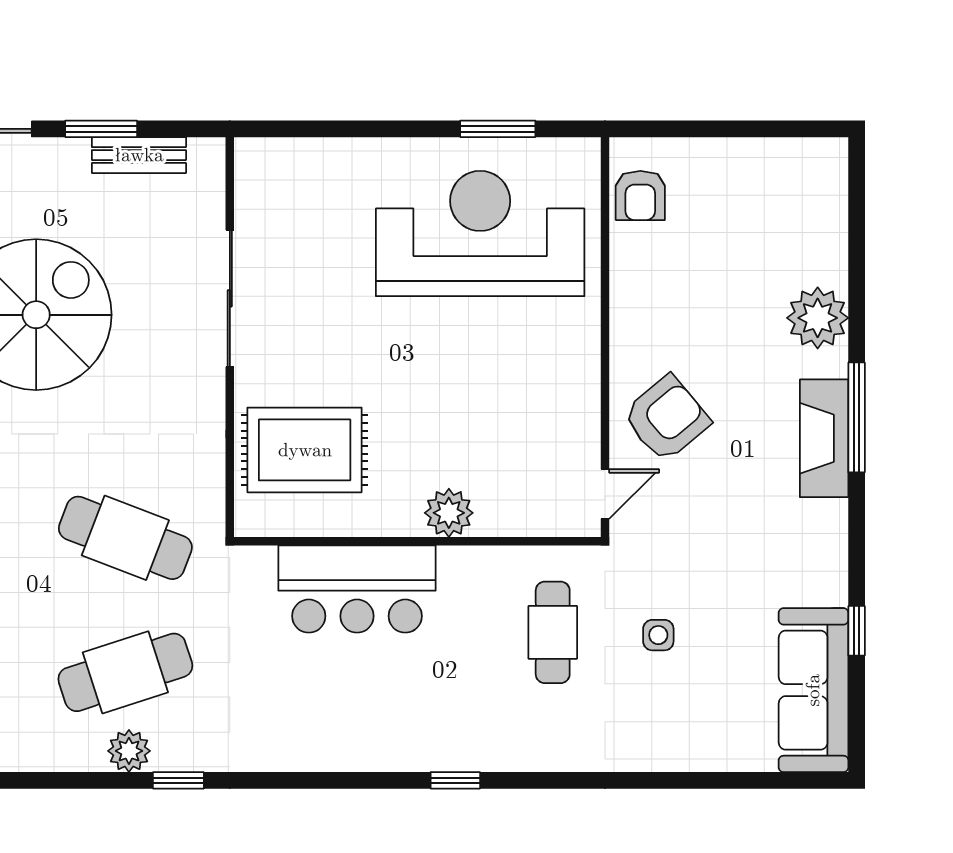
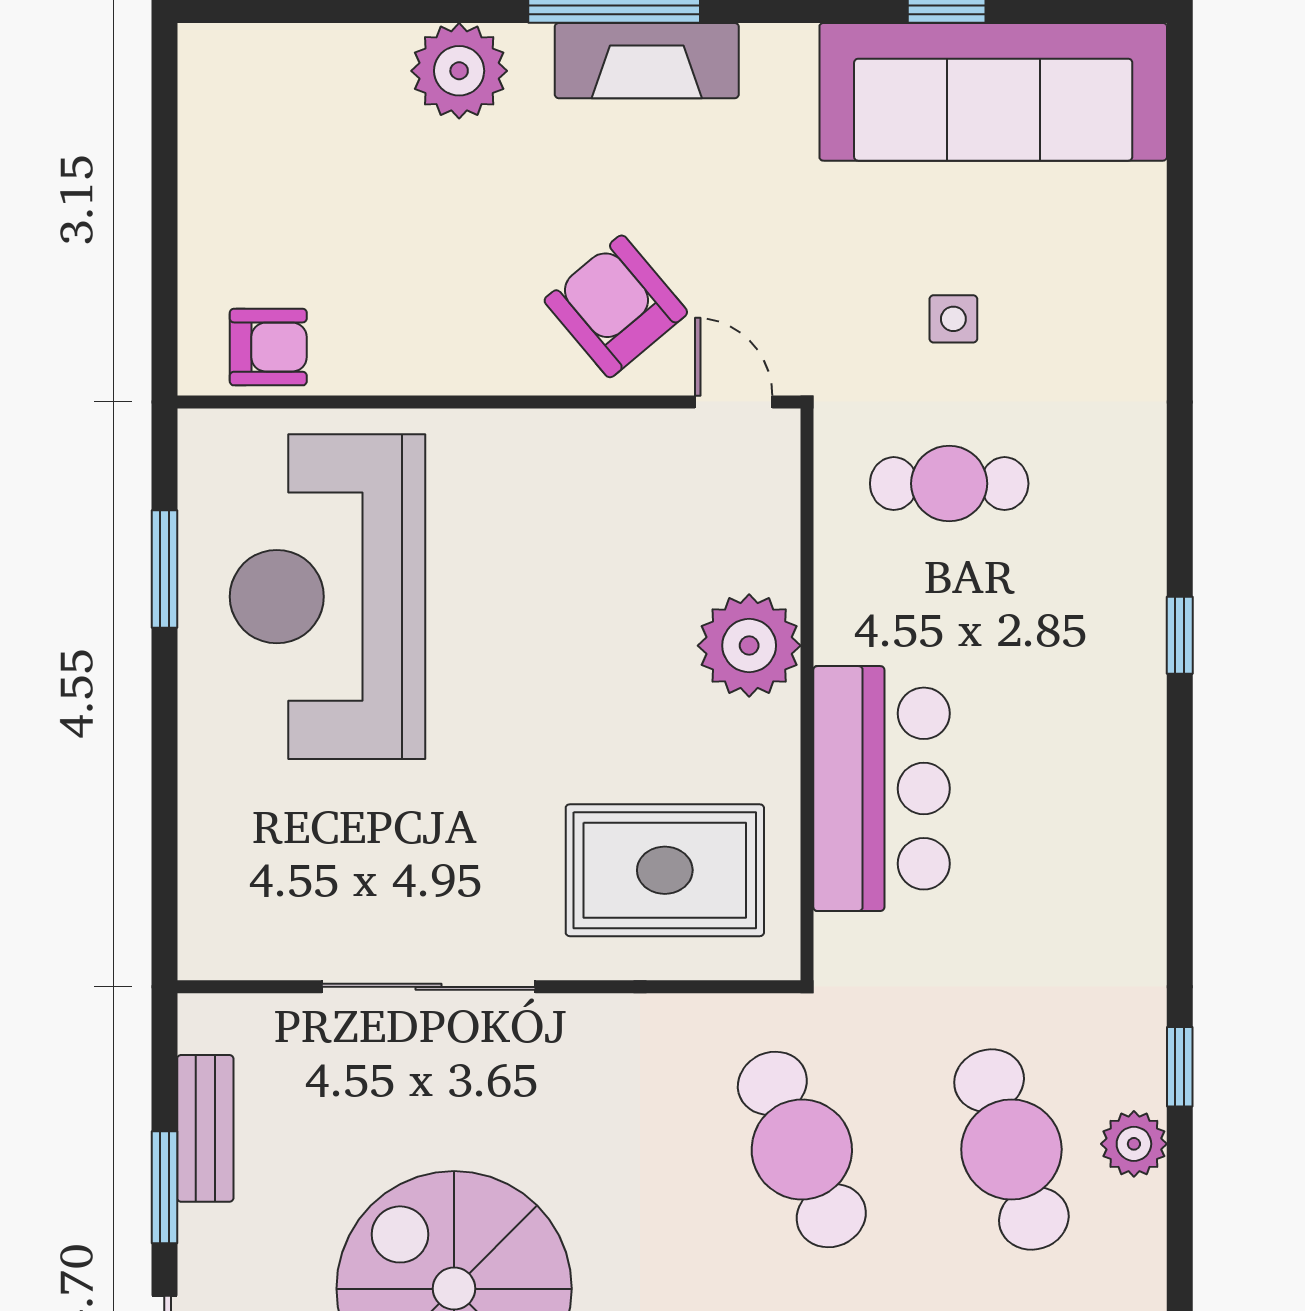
rug: (305, 450) -> (665, 870), turned 90
plant: (449, 513) -> (749, 646), width x1.36, depth x1.36
cafe table: (125, 538) -> (802, 1149), turned -45
sofa: (813, 690) -> (993, 92), width x1.36, depth x1.27

